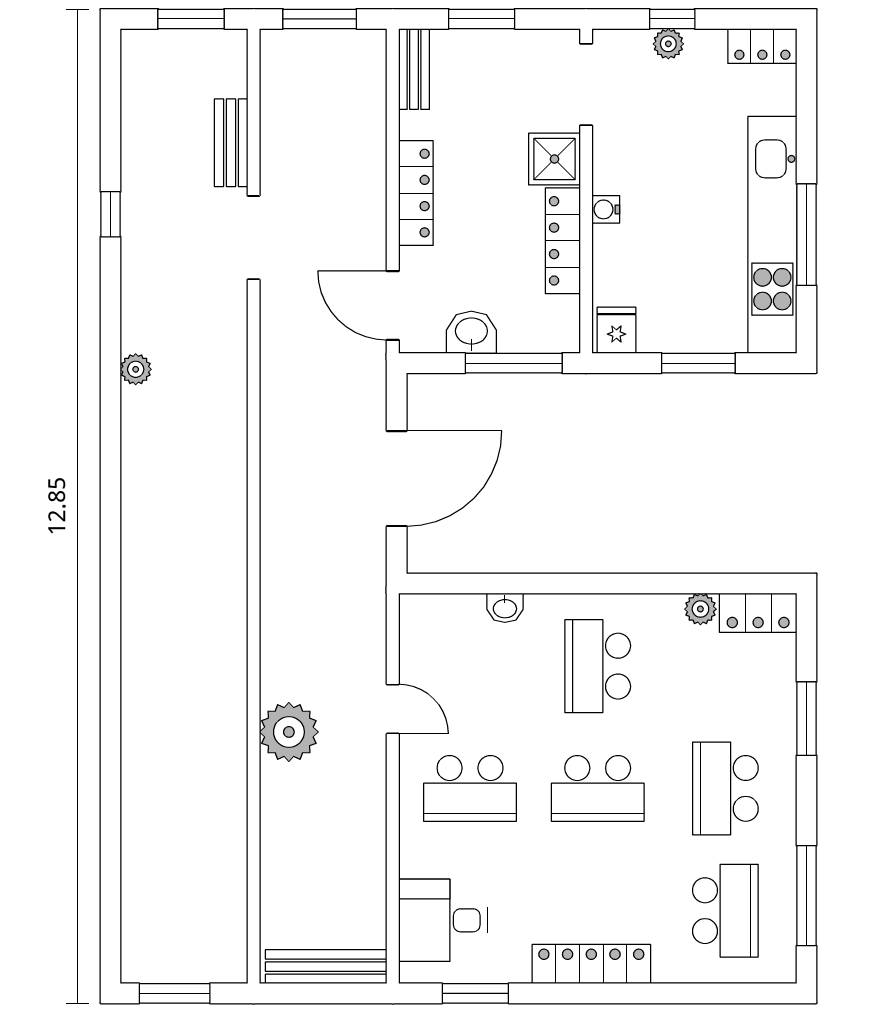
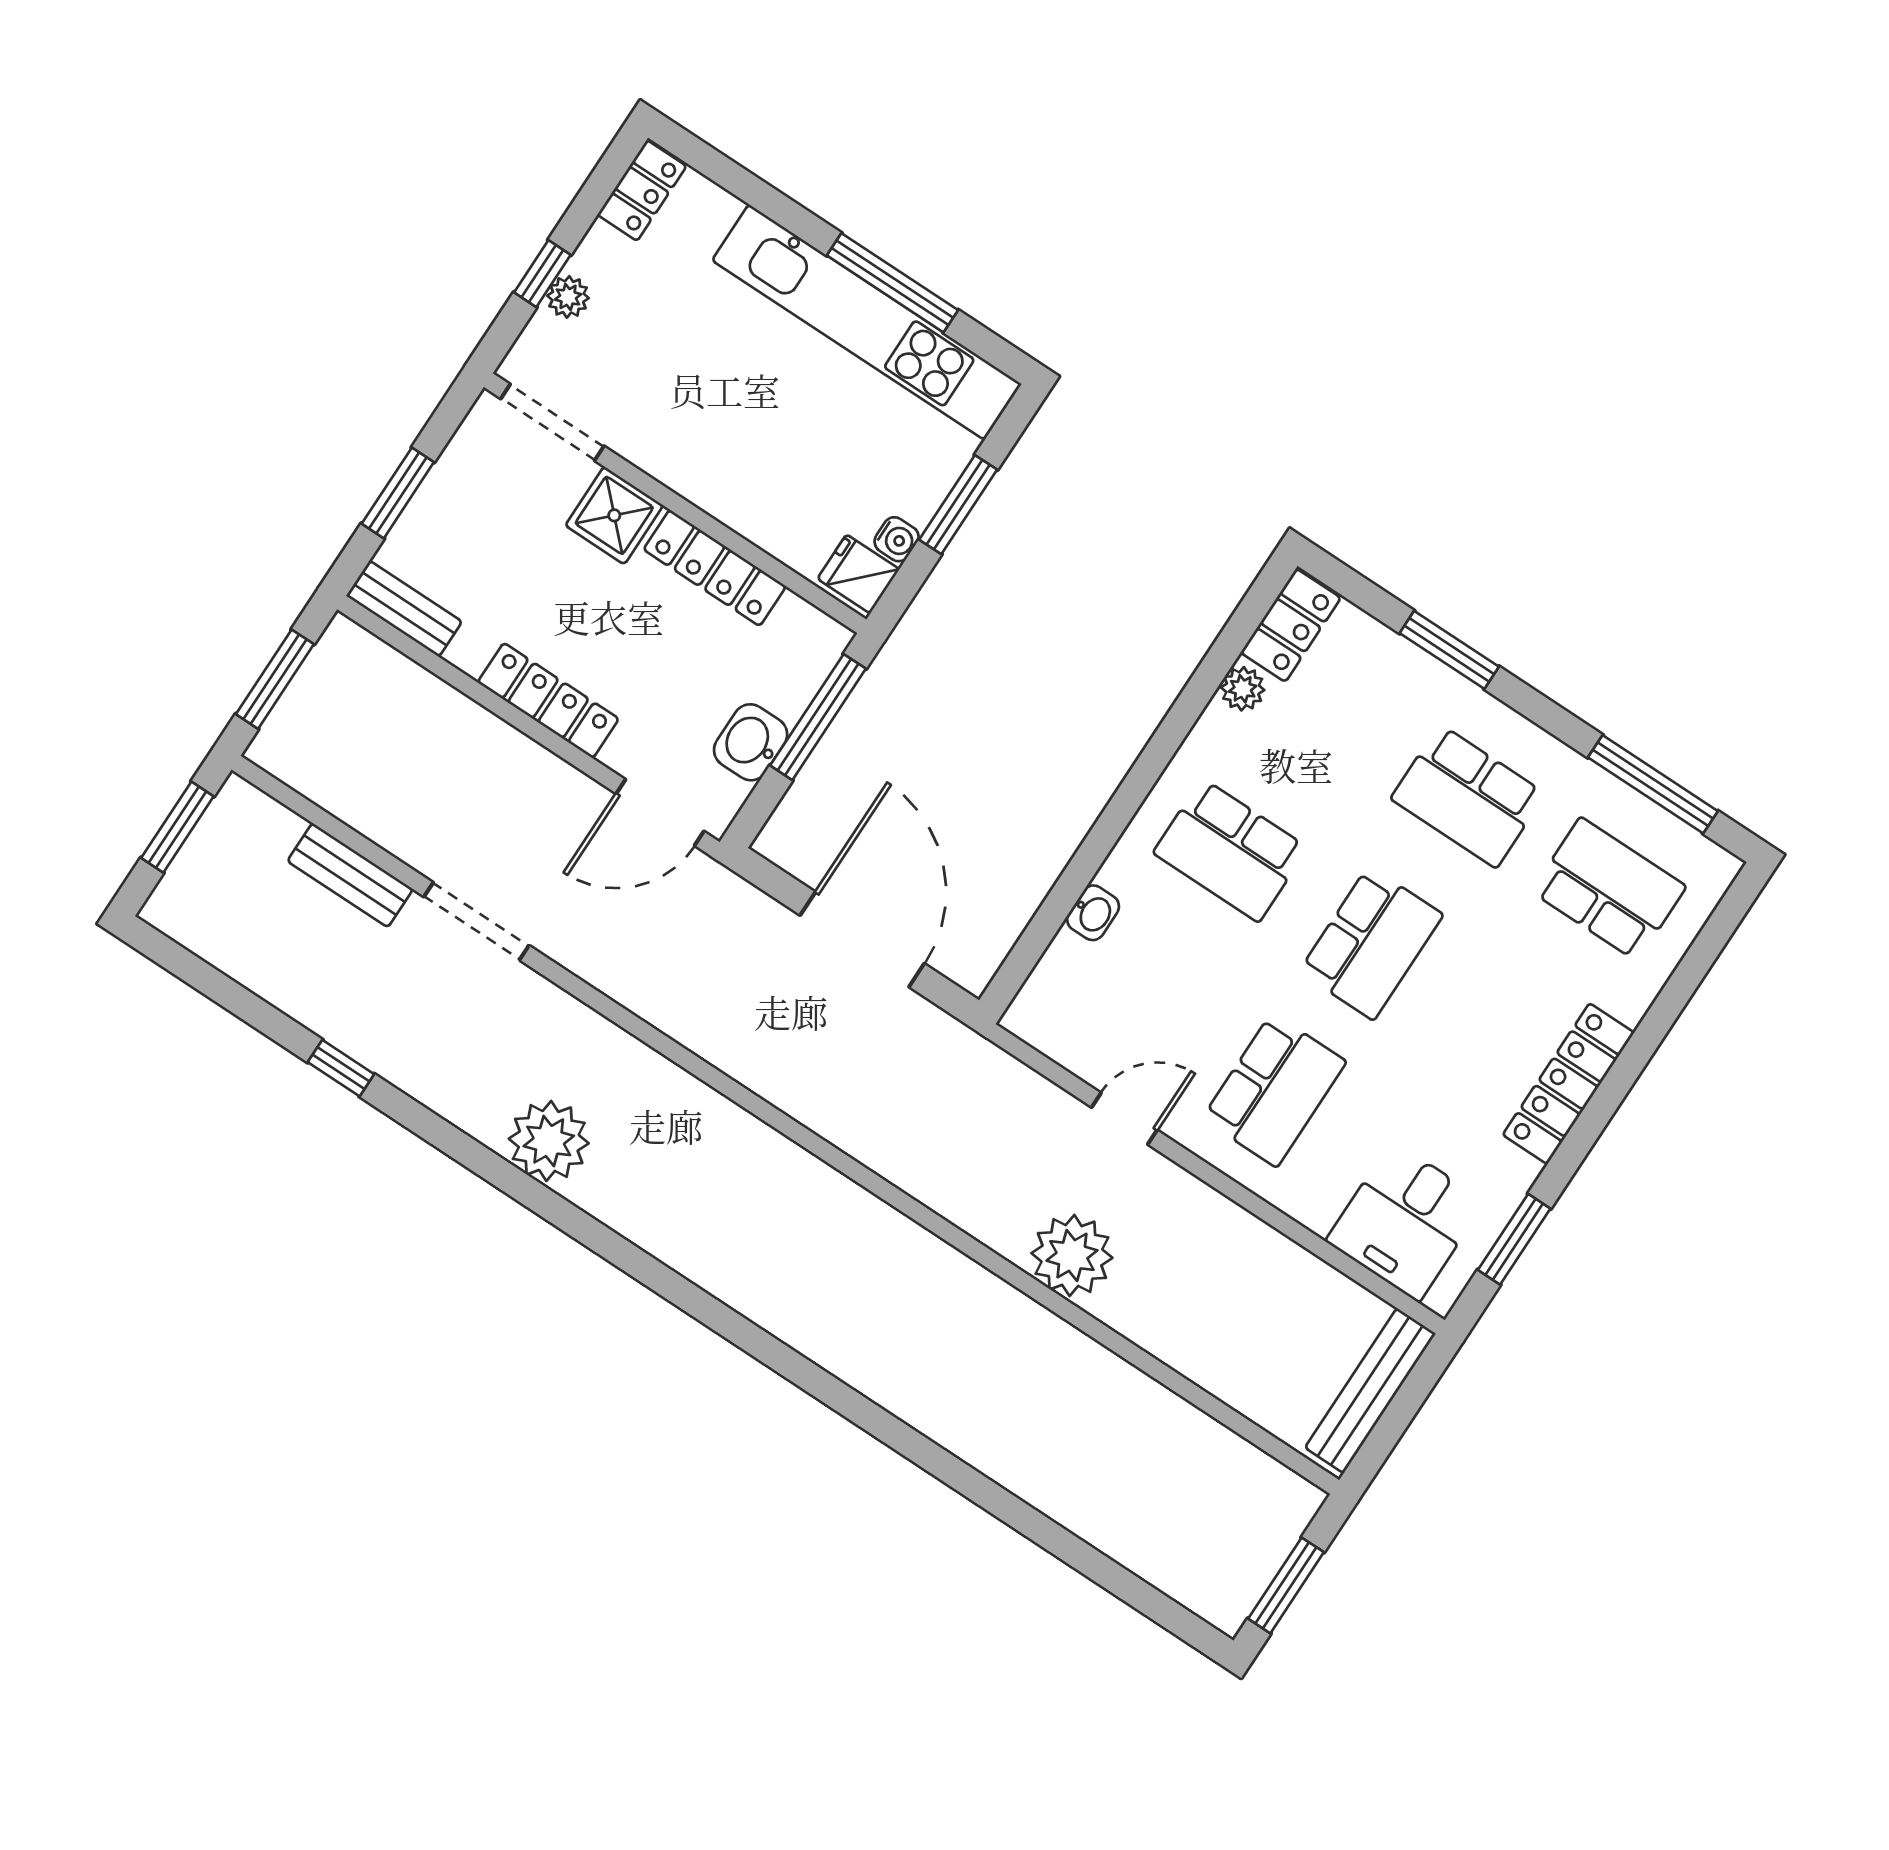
water cooler: (606, 209) -> (897, 539), moved, turned -90
plant: (136, 369) -> (549, 1141), width x1.87, depth x1.87

